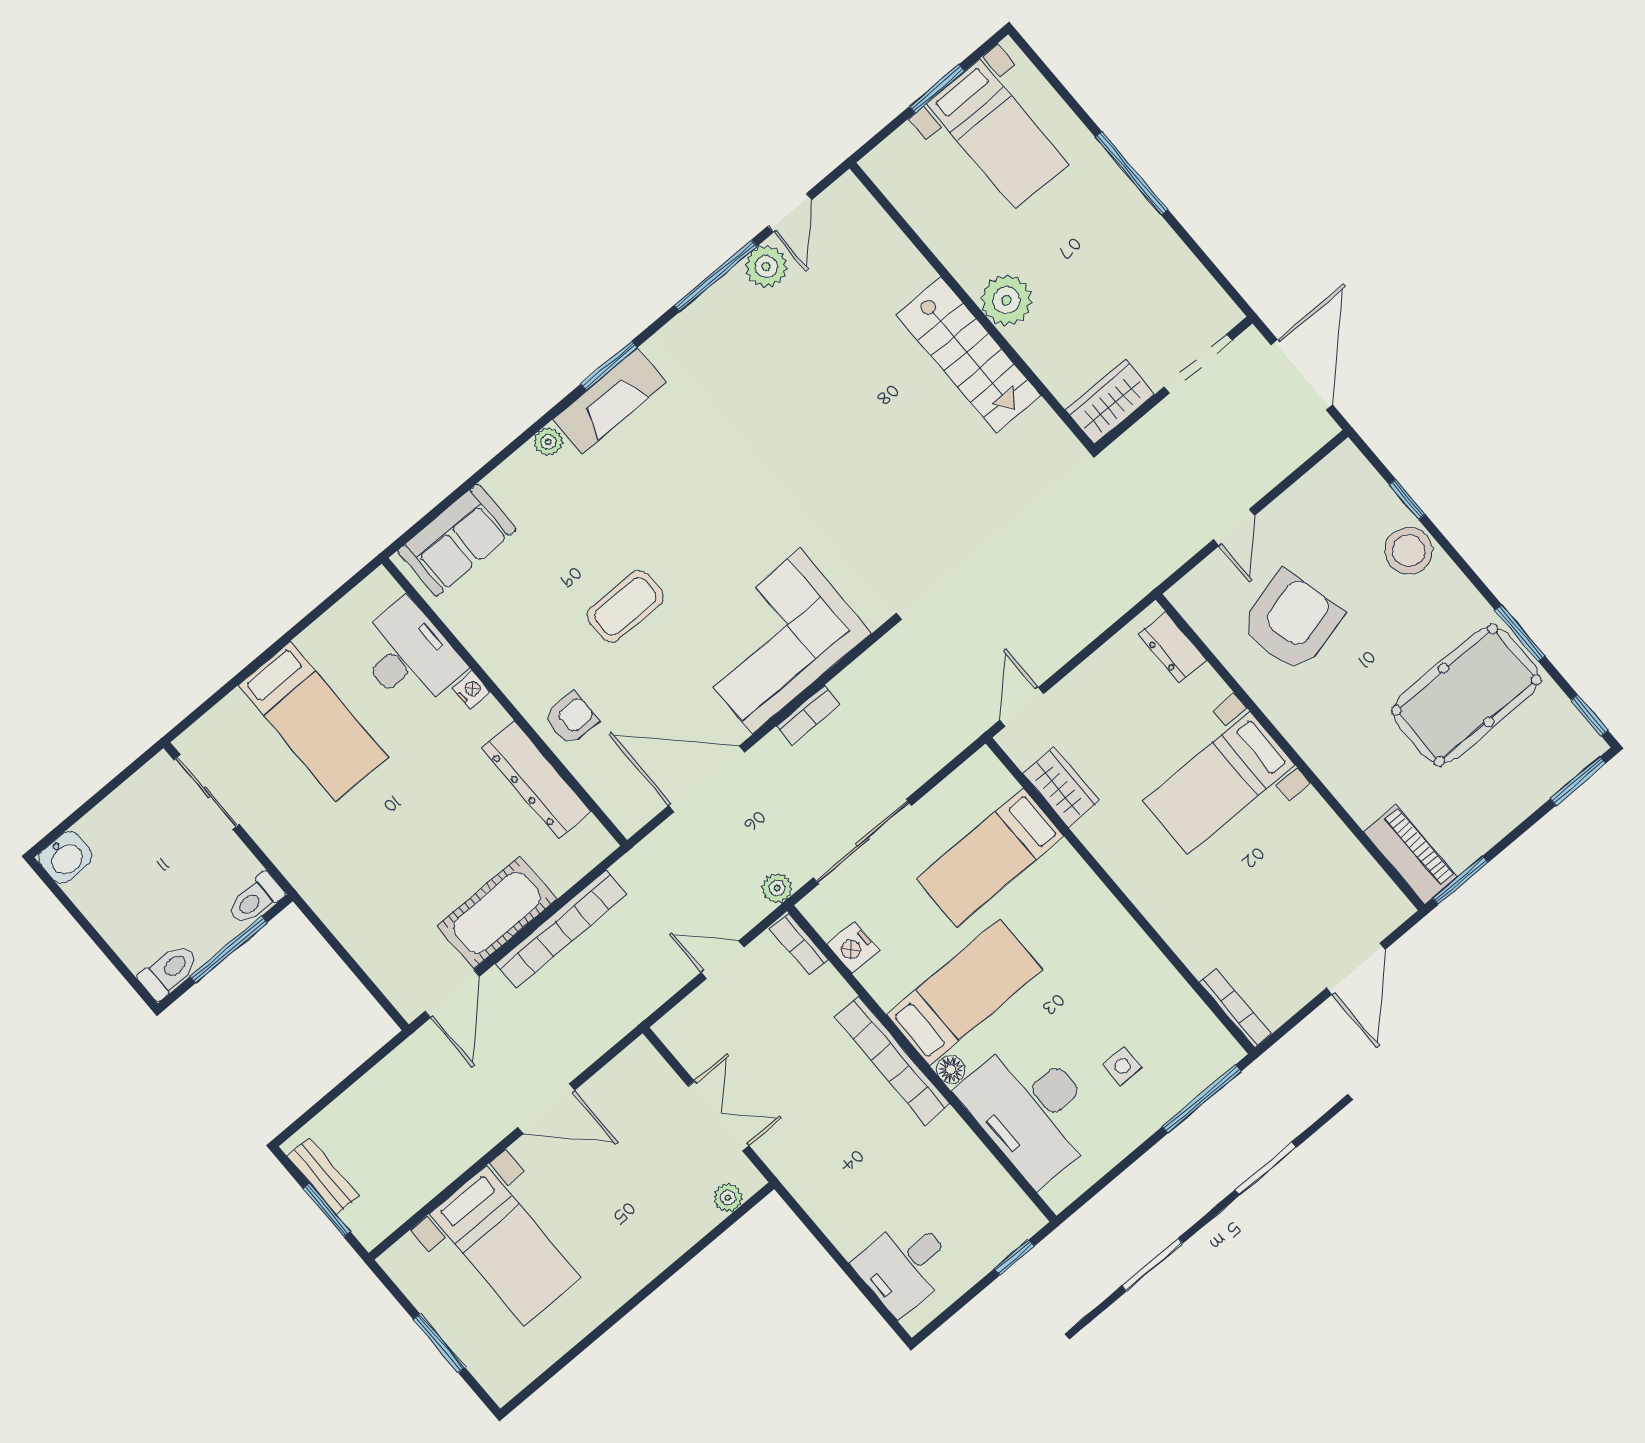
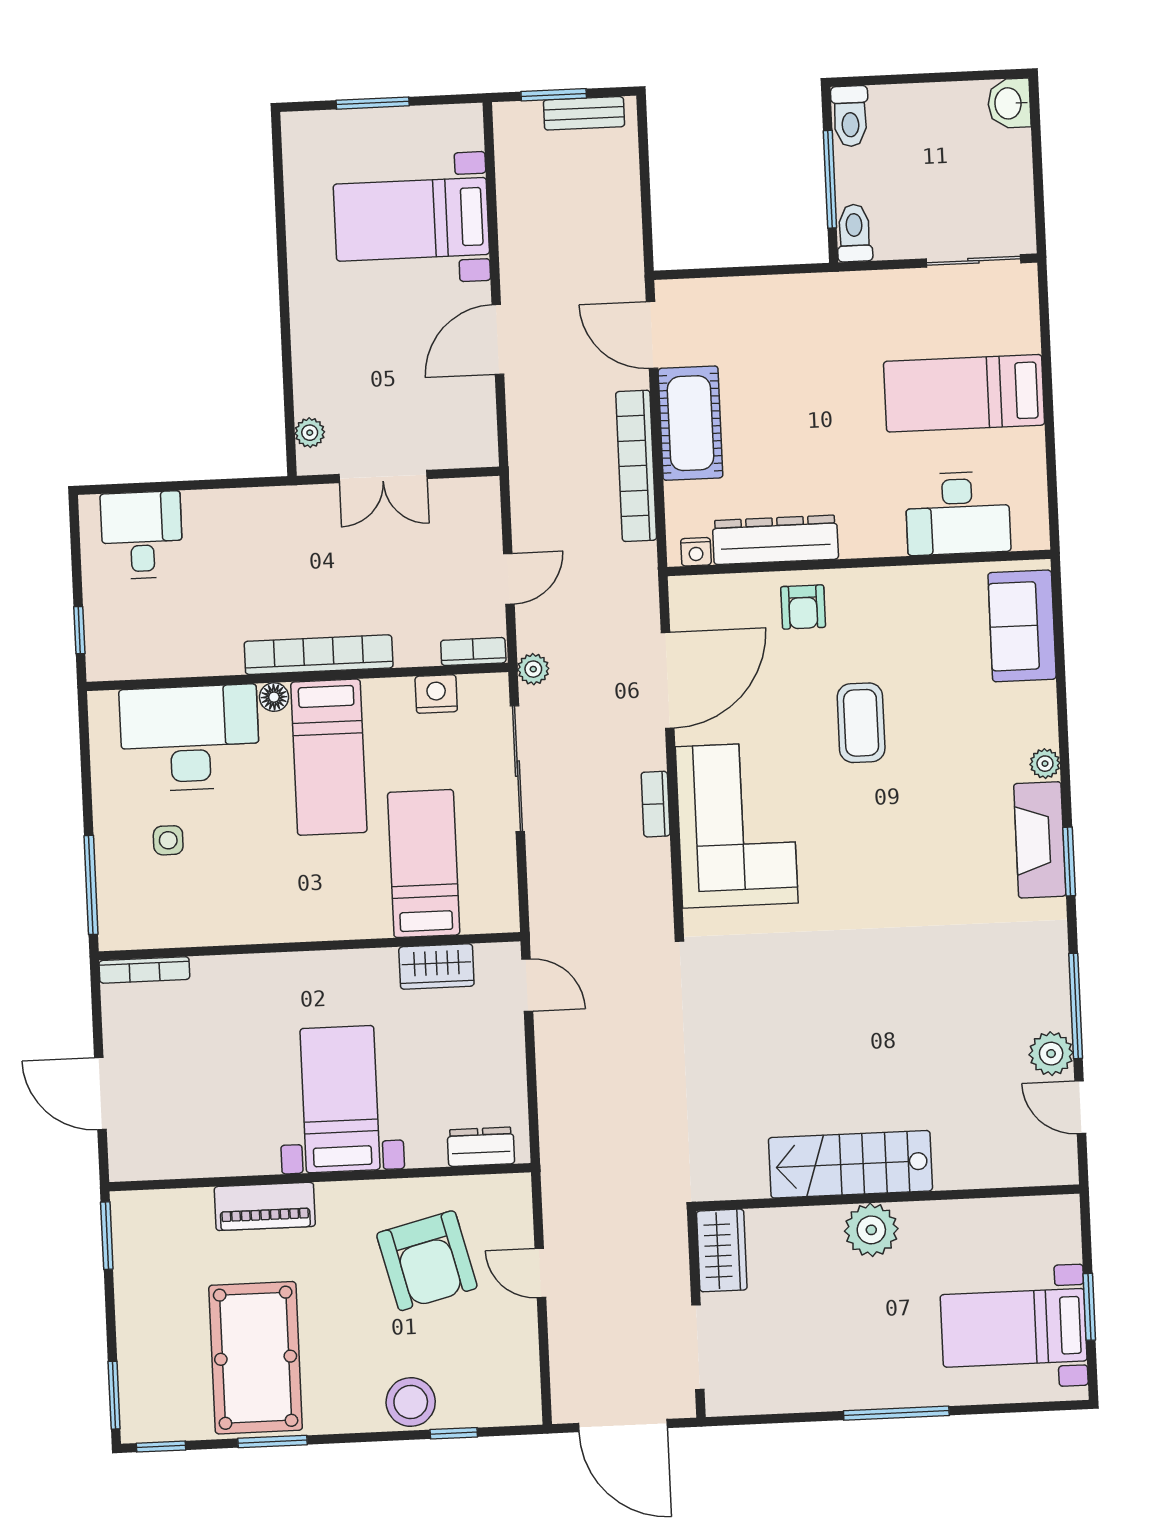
nightstand: (471, 690) -> (696, 552), moved
piano: (1410, 854) -> (265, 1206), moved

